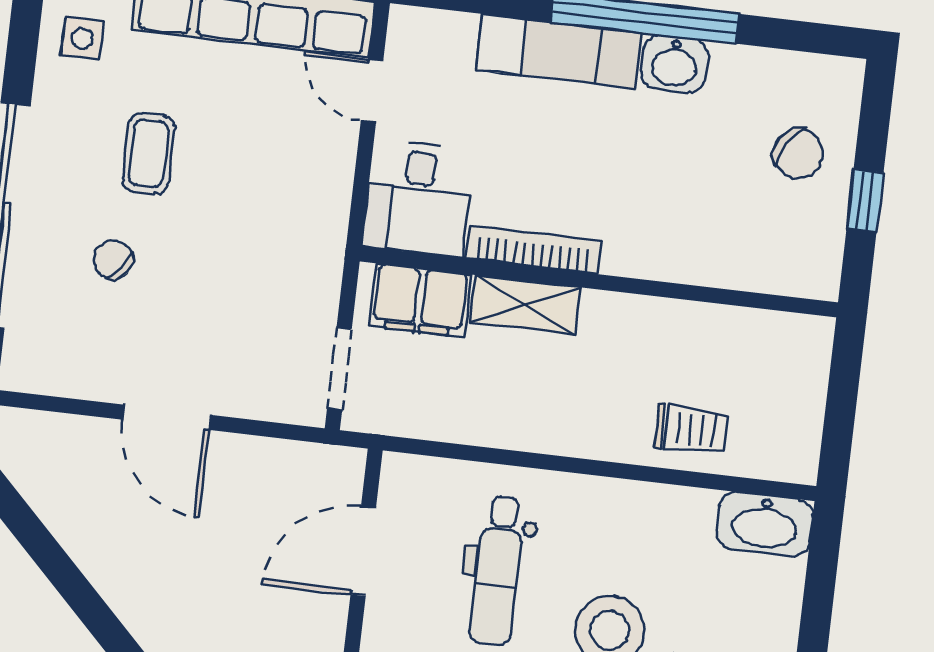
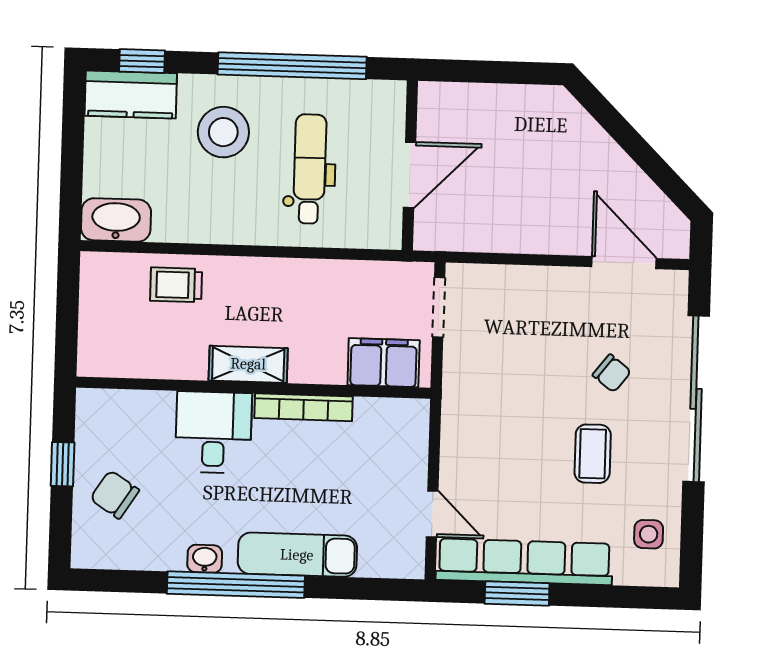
washbasin: (674, 64) -> (205, 559), width x0.72, depth x0.69
desk: (418, 198) -> (214, 432), moved
shelving: (525, 305) -> (248, 364), moved
door: (166, 417) -> (624, 263), moved

